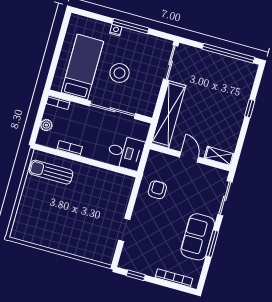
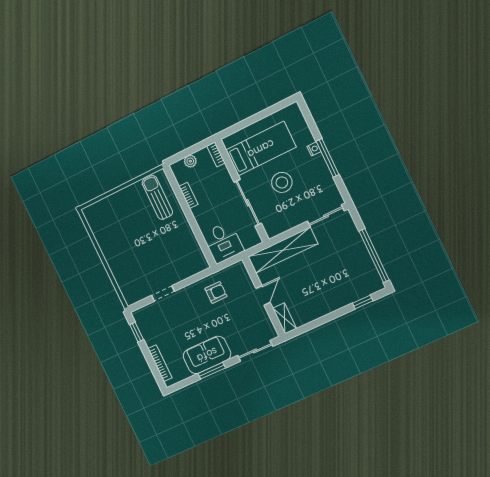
window: (250, 108) -> (363, 302), moved

